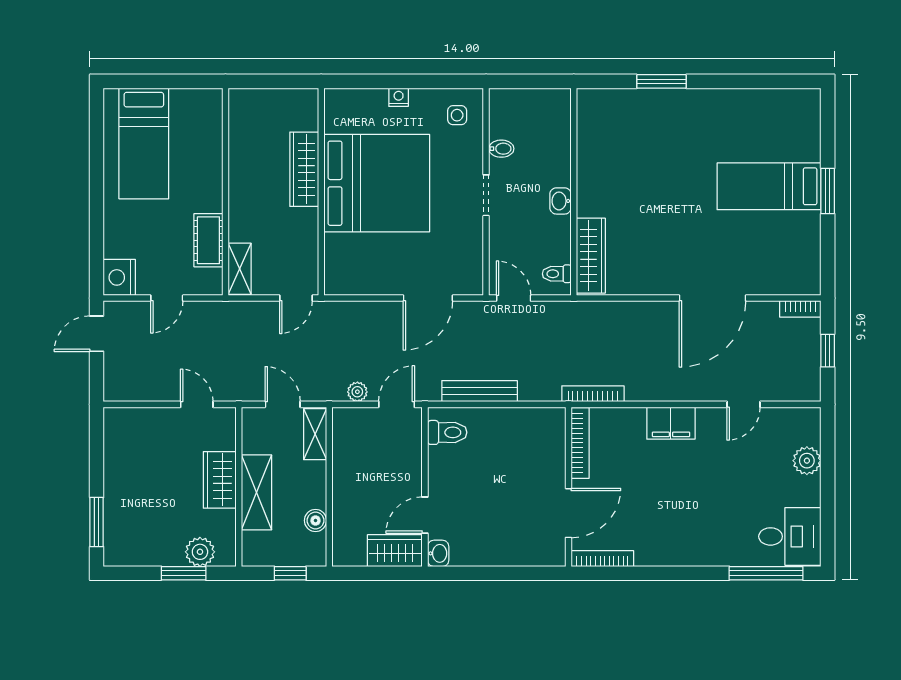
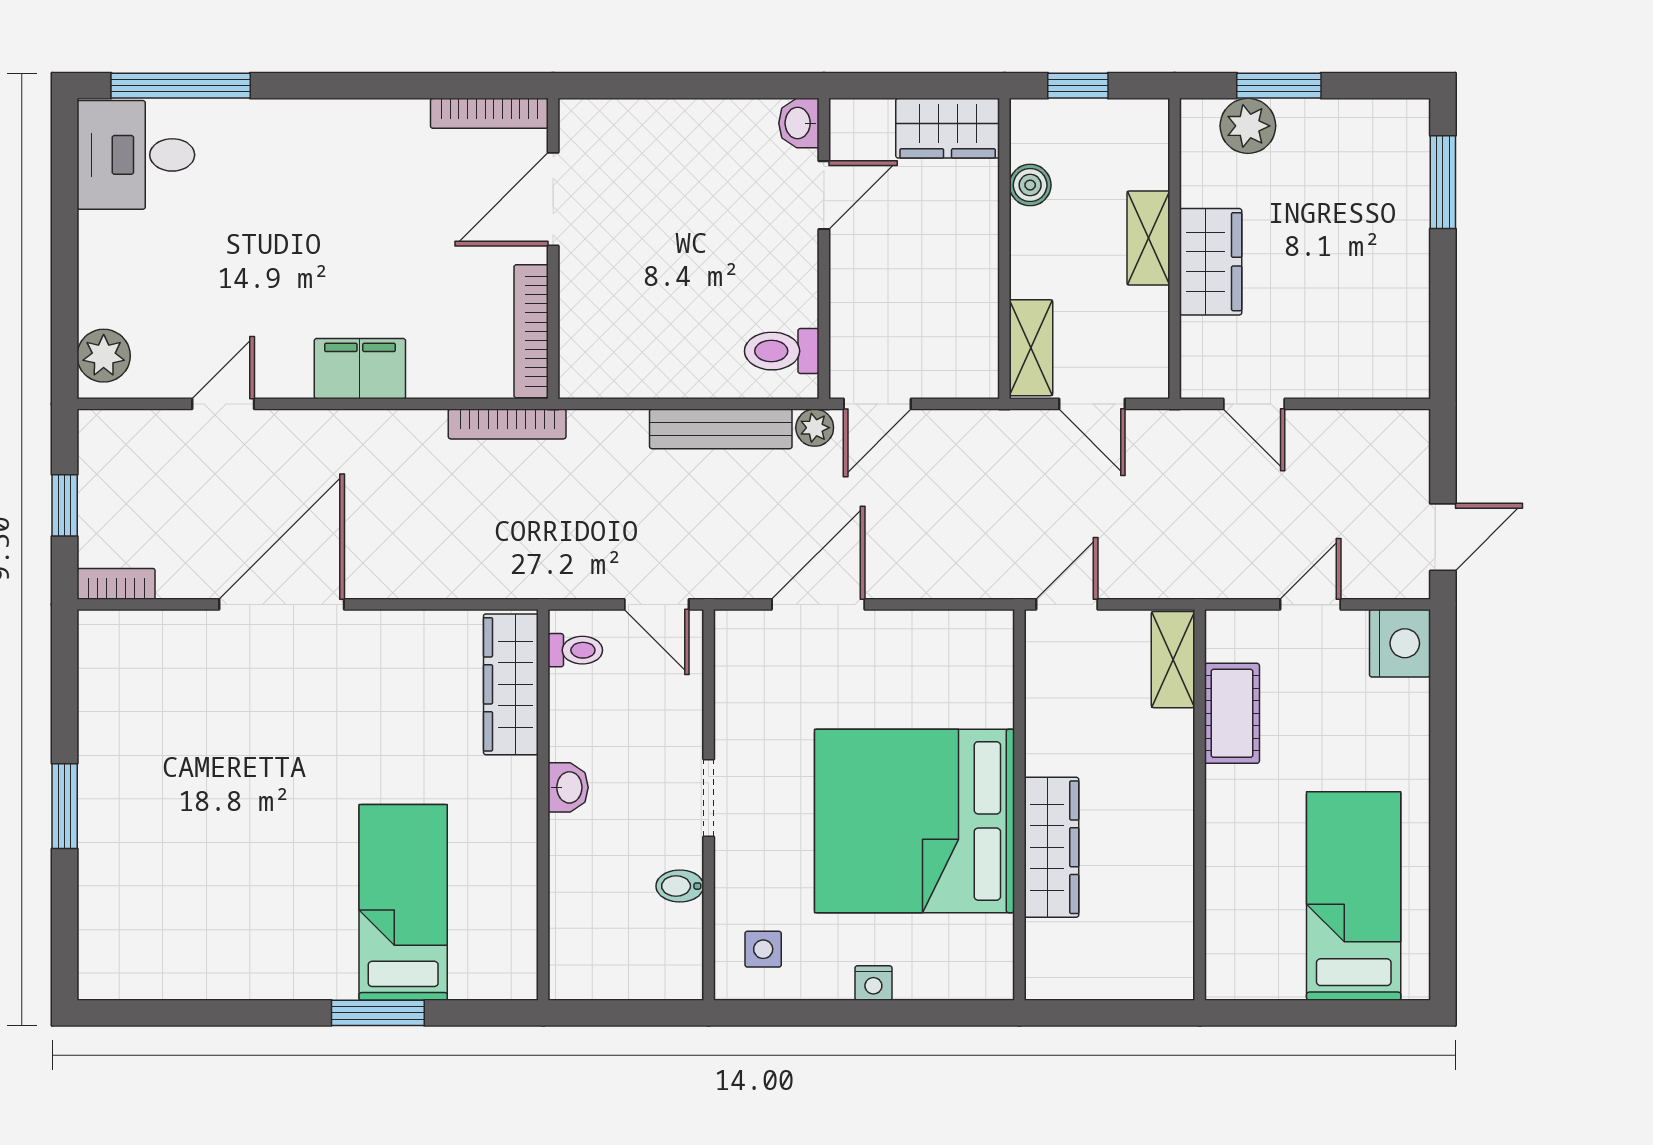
bed: (769, 186) -> (403, 902), moved, turned -90
plant: (357, 392) -> (815, 428), moved
plant: (807, 461) -> (104, 356), moved
shelving: (256, 492) -> (1148, 238), width x0.67, depth x0.75
wardrobe: (395, 551) -> (948, 128), moved

